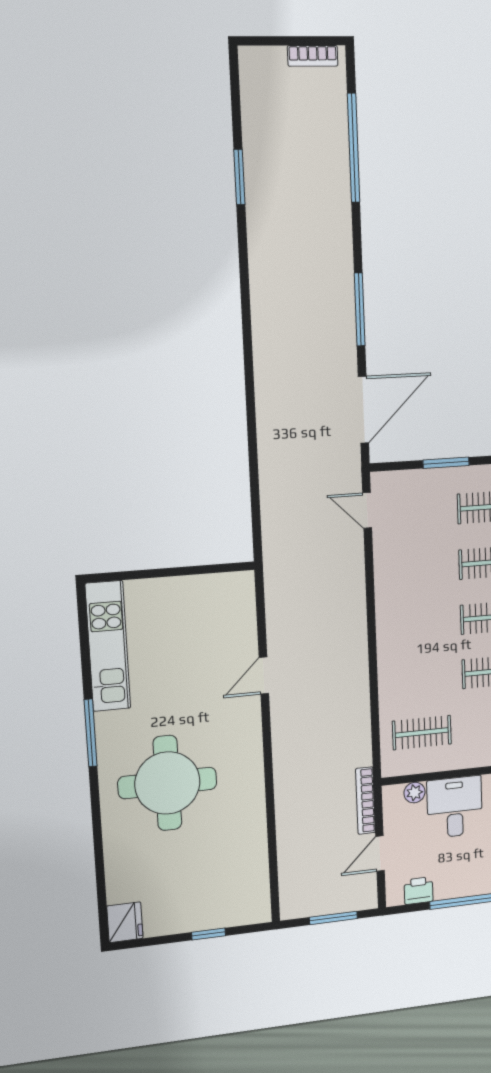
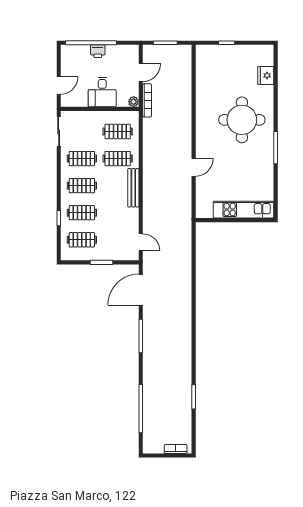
bookcase: (313, 56) -> (176, 449), moved
bench: (386, 622) -> (133, 188), added
kitchen unit: (108, 646) -> (244, 210), moved, turned 90
clothes rail: (420, 678) -> (118, 159), added
plant: (414, 793) -> (134, 102), moved
printer: (419, 891) -> (98, 51), moved
fridge: (125, 922) -> (266, 75), moved

